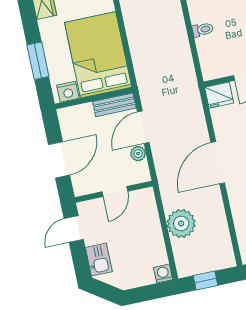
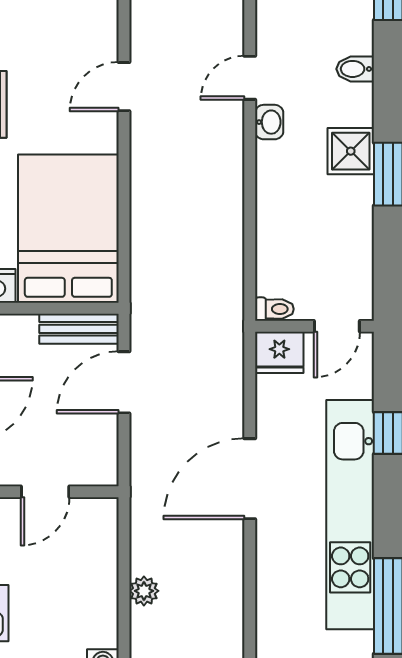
toilet: (203, 30) -> (274, 309), moved
plant: (138, 154) -> (104, 430), removed
plant: (181, 223) -> (144, 591), width x0.53, depth x0.53

